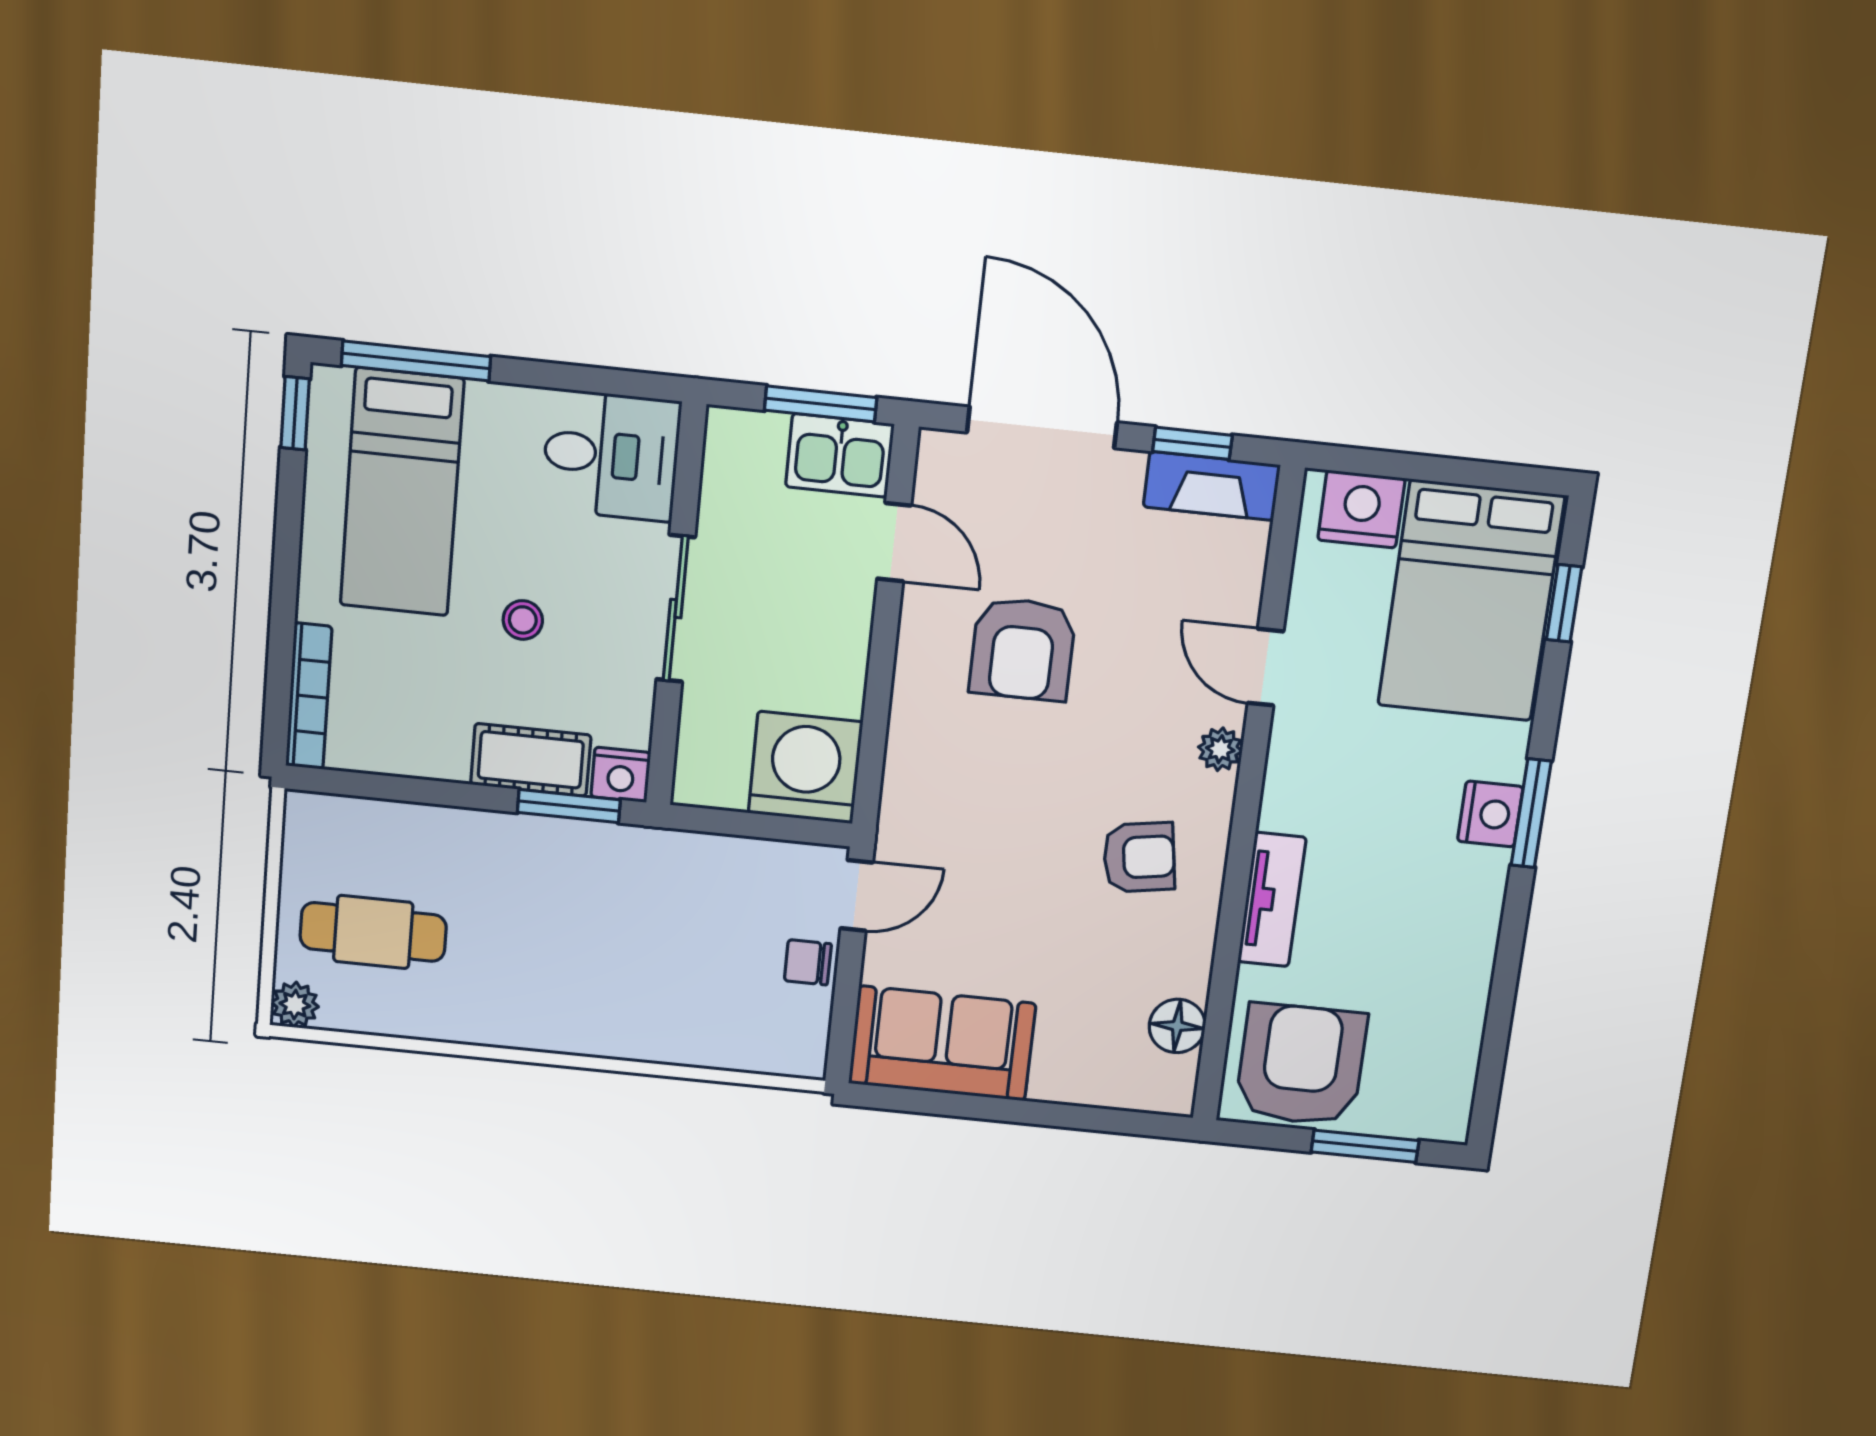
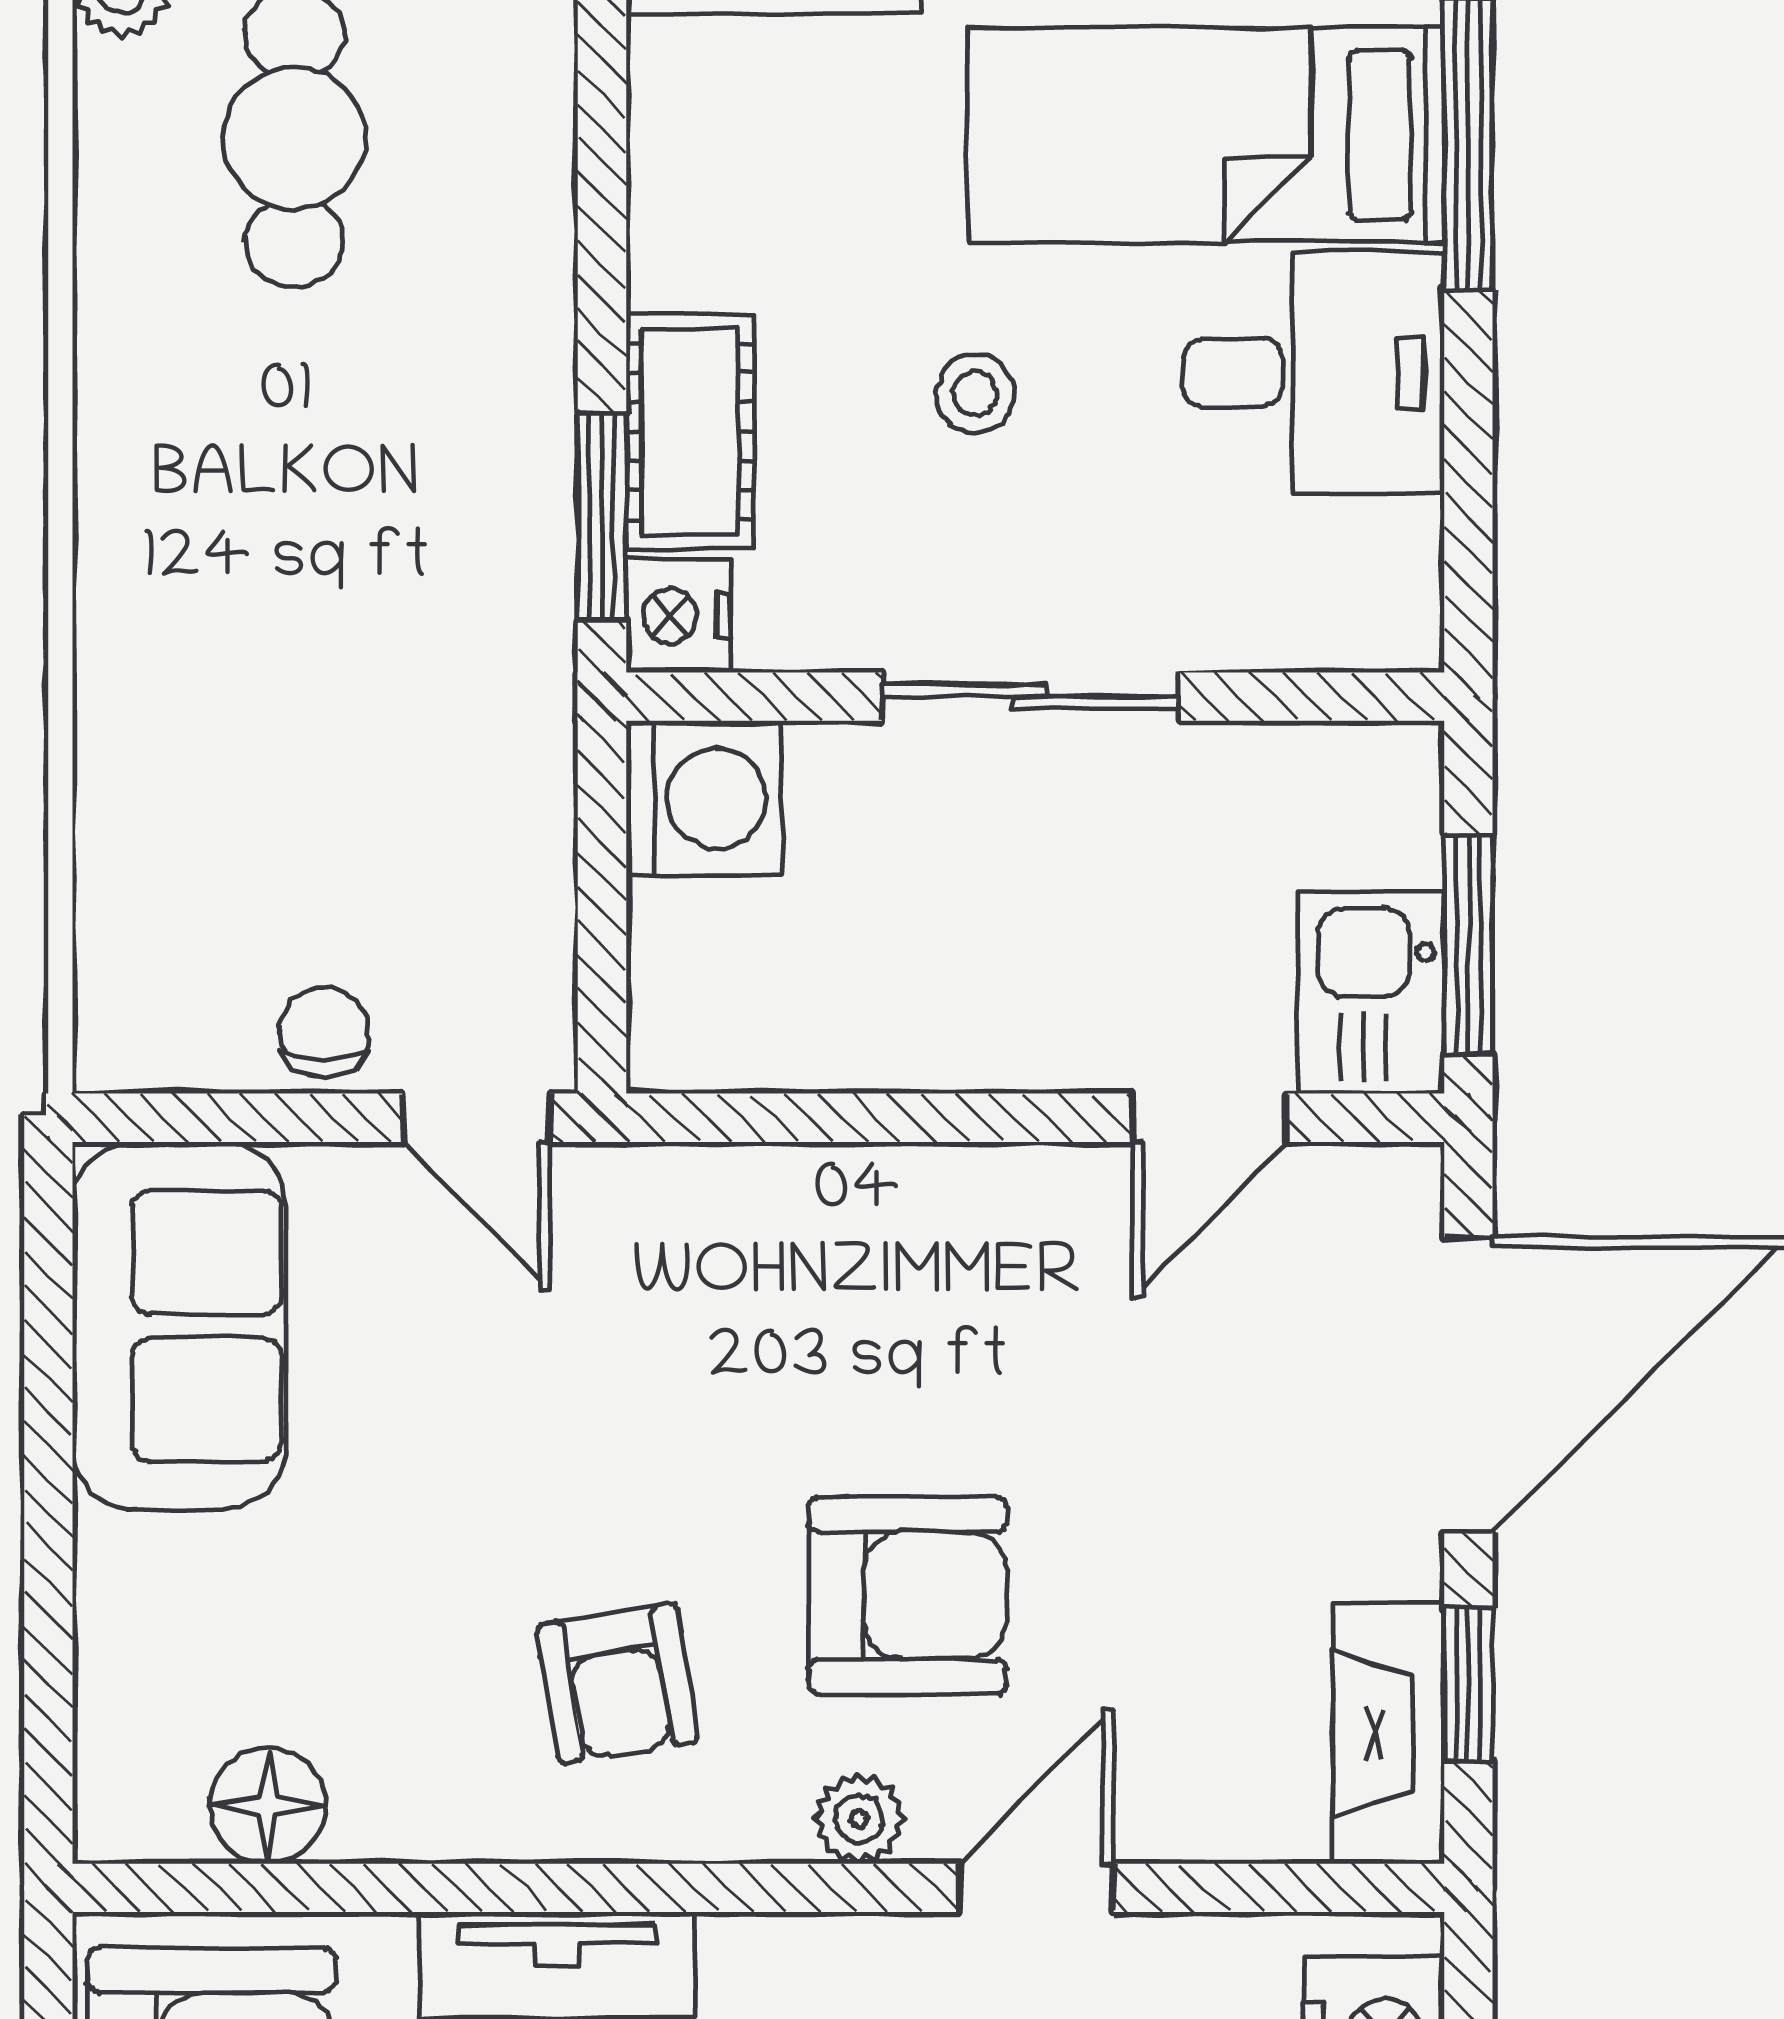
desk: (611, 455) -> (1314, 373), moved, turned -90
armchair: (1023, 649) -> (908, 1596), moved, turned 180
washing machine: (805, 767) -> (704, 798), moved, width x0.73, depth x0.73

